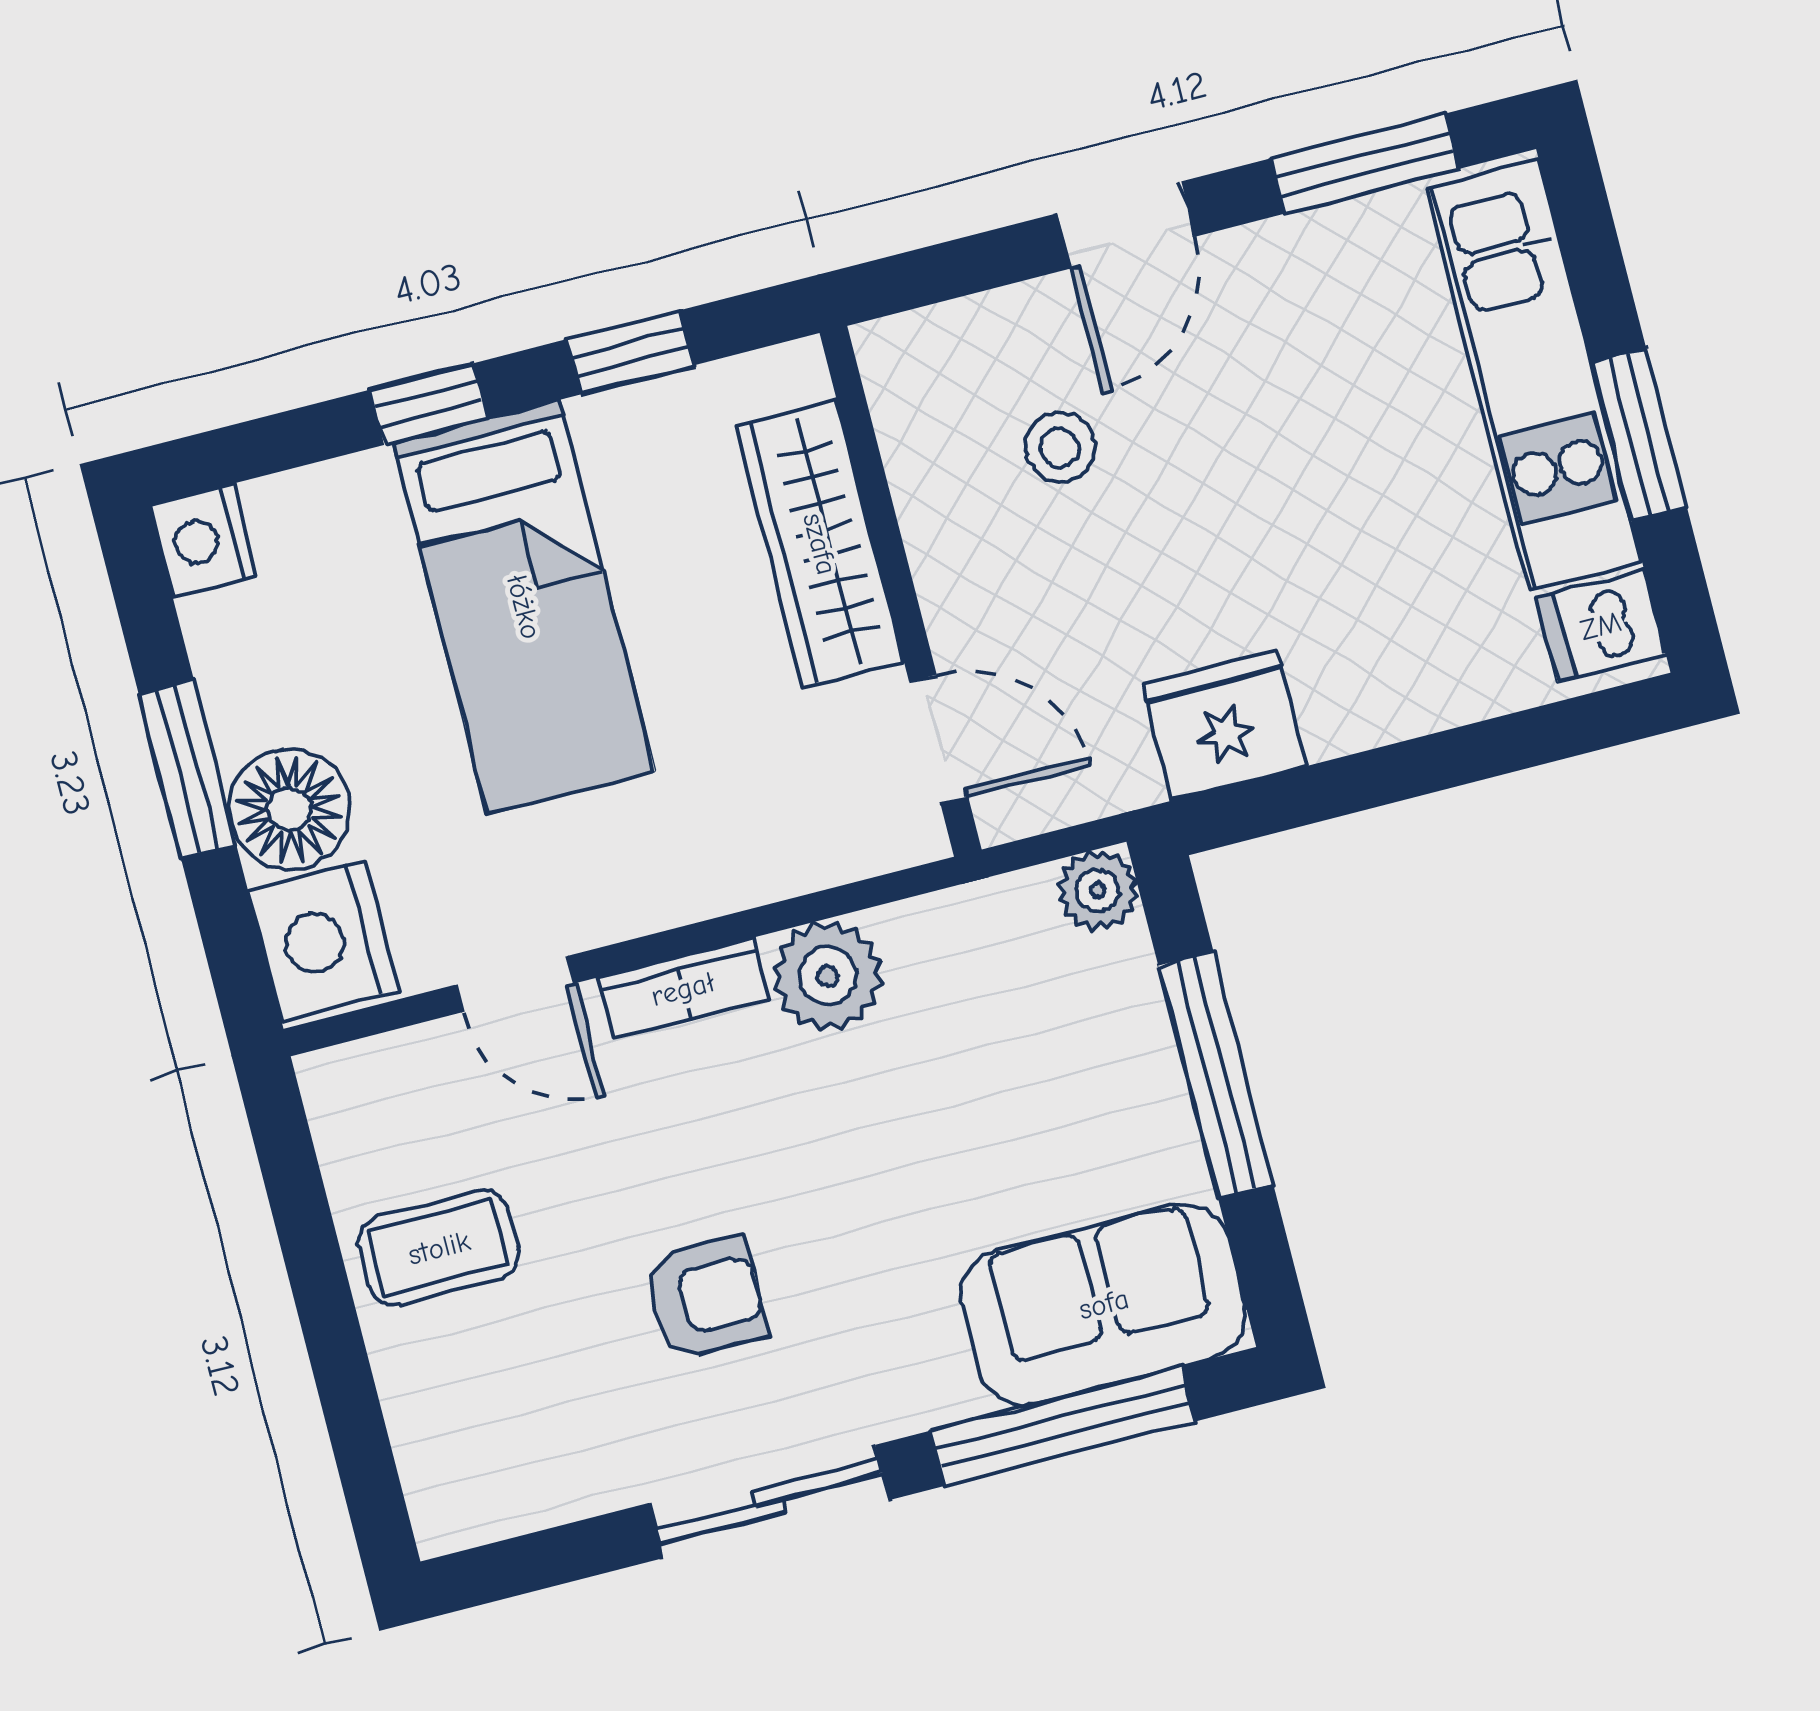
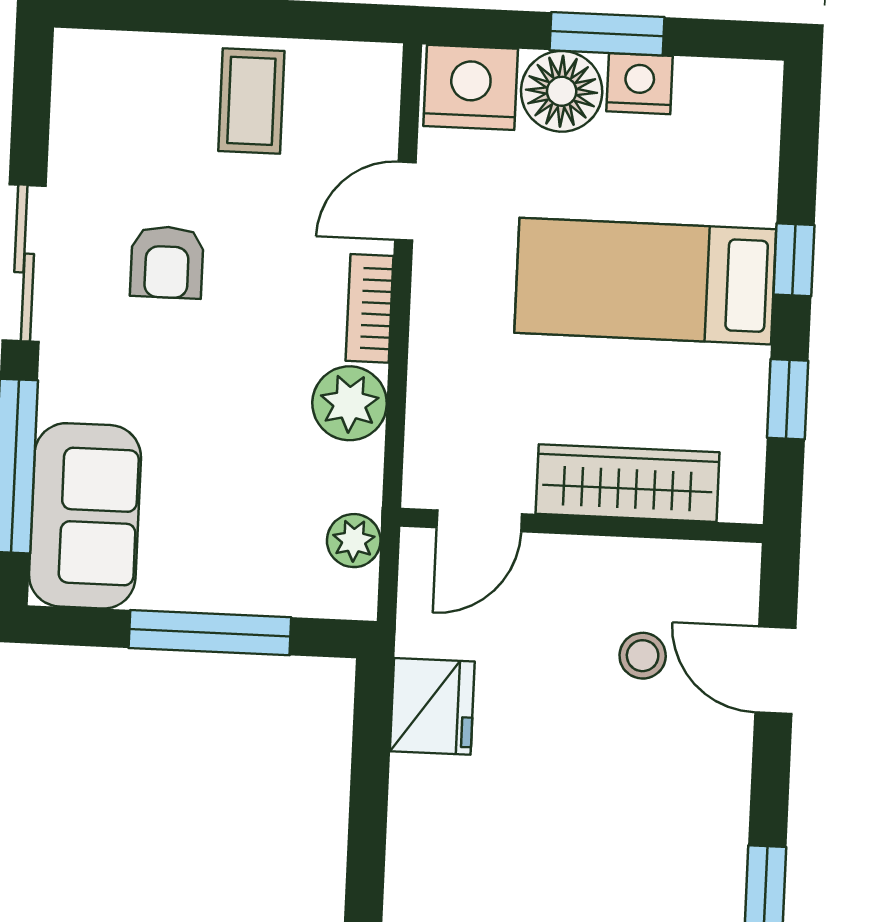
door: (1126, 225) -> (775, 670), moved
nightstand: (203, 540) -> (640, 84), moved
plant: (1098, 890) -> (354, 541), moved

